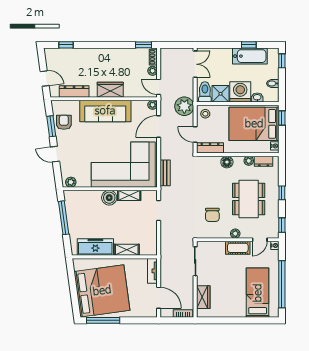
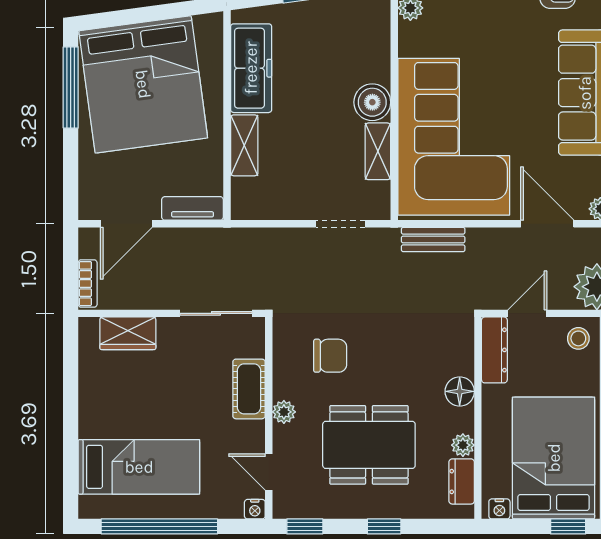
chair: (212, 215) -> (330, 356), turned 180
cot: (238, 248) -> (249, 389), moved

